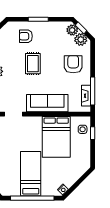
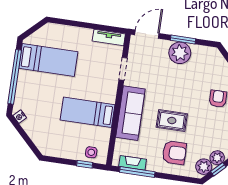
rug: (33, 64) -> (172, 121), moved
bed: (56, 137) -> (88, 112), width x0.67
bed: (31, 174) -> (48, 60), moved

